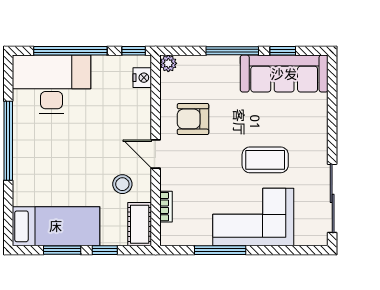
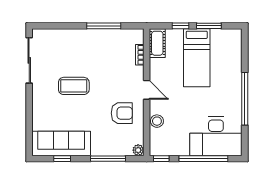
window: (232, 51) -> (108, 159), moved
nightstand: (142, 78) -> (155, 141), removed
stool: (122, 184) -> (157, 121), moved
corner sofa: (253, 217) -> (82, 48), removed
bed: (56, 226) -> (197, 58), moved, turned -90

